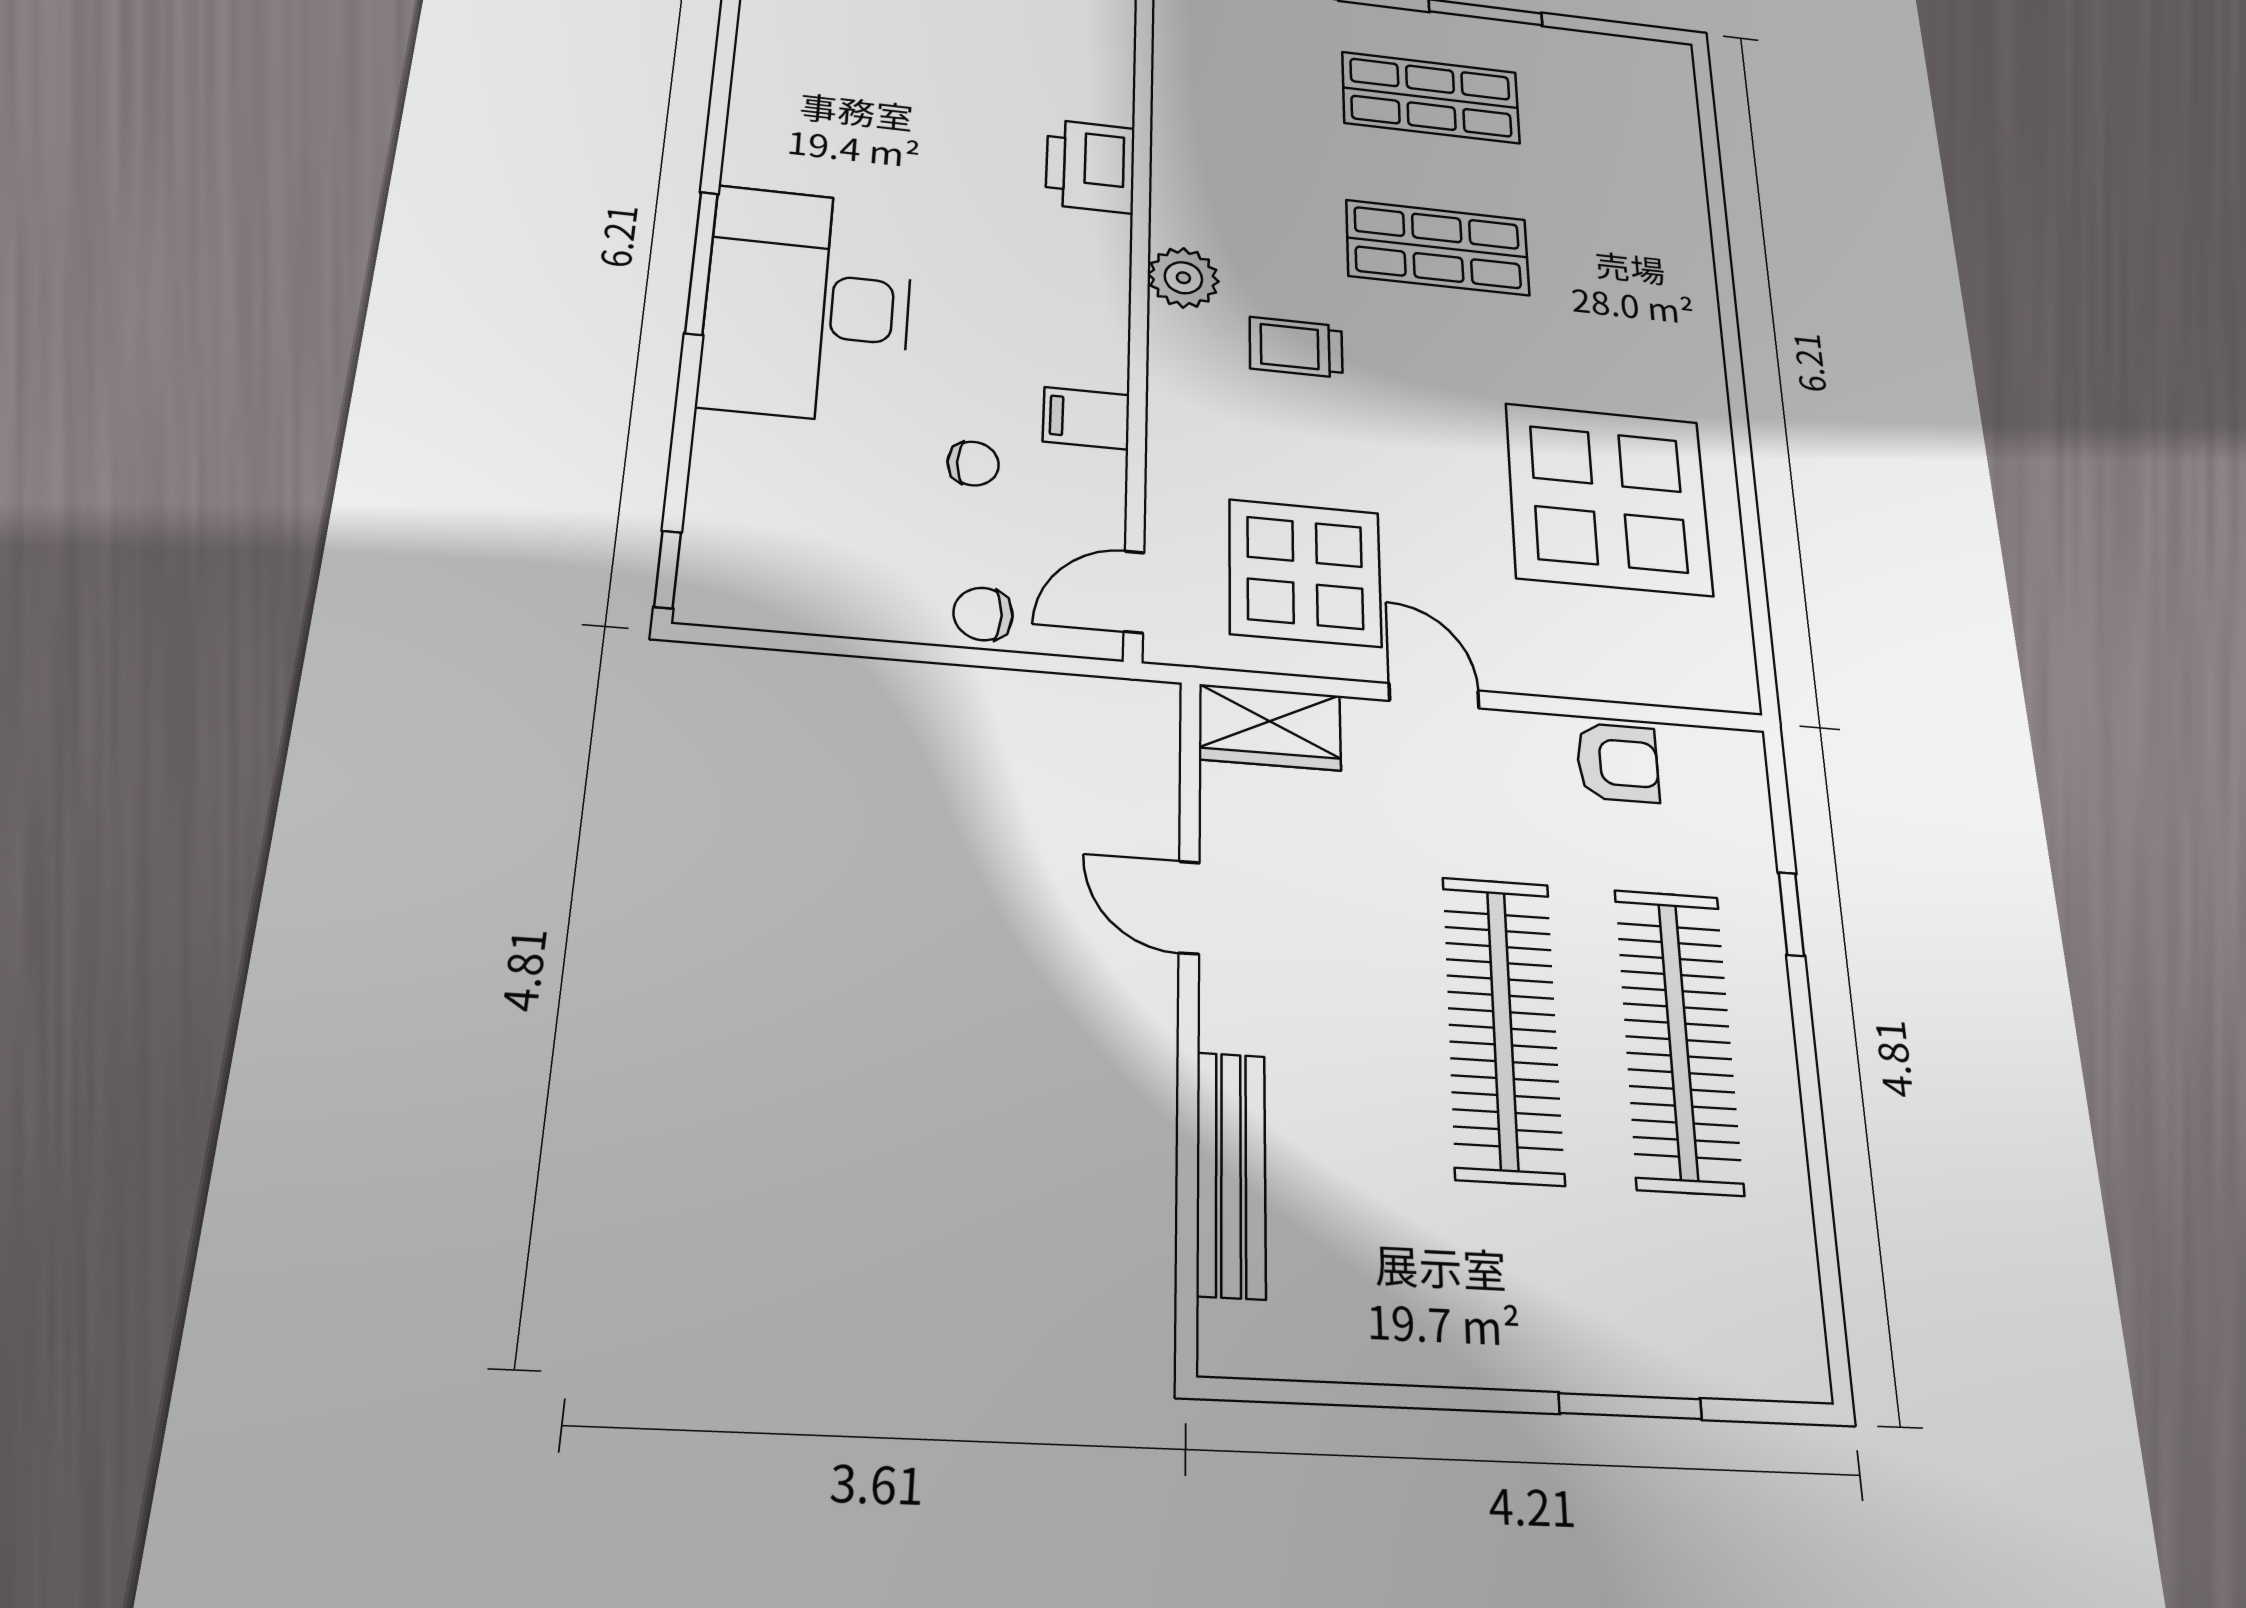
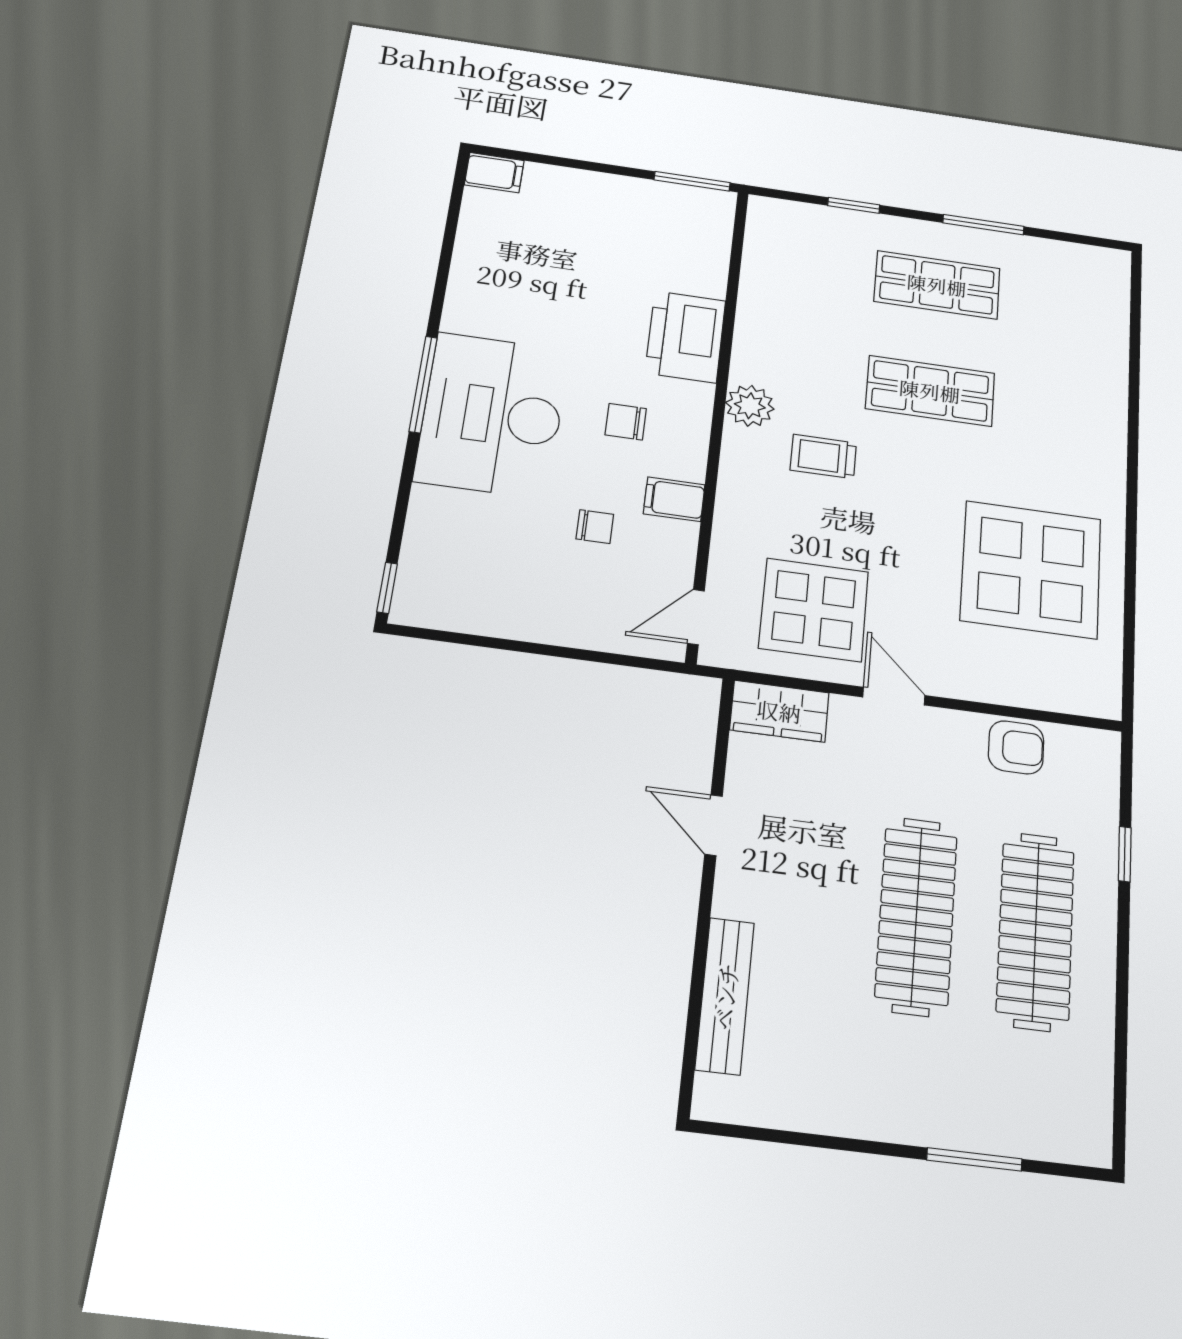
printer: (1090, 166) -> (685, 337), width x1.37, depth x1.19
chair: (983, 614) -> (626, 422), moved

